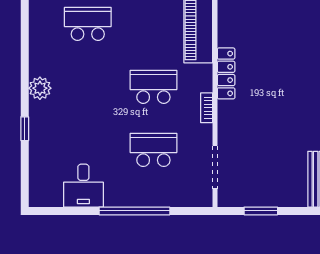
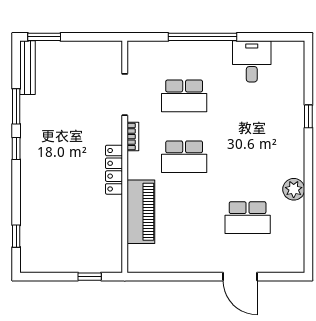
plant: (40, 88) -> (294, 189), moved
doorway: (215, 167) -> (125, 95), moved
window: (261, 211) -> (44, 37), moved

